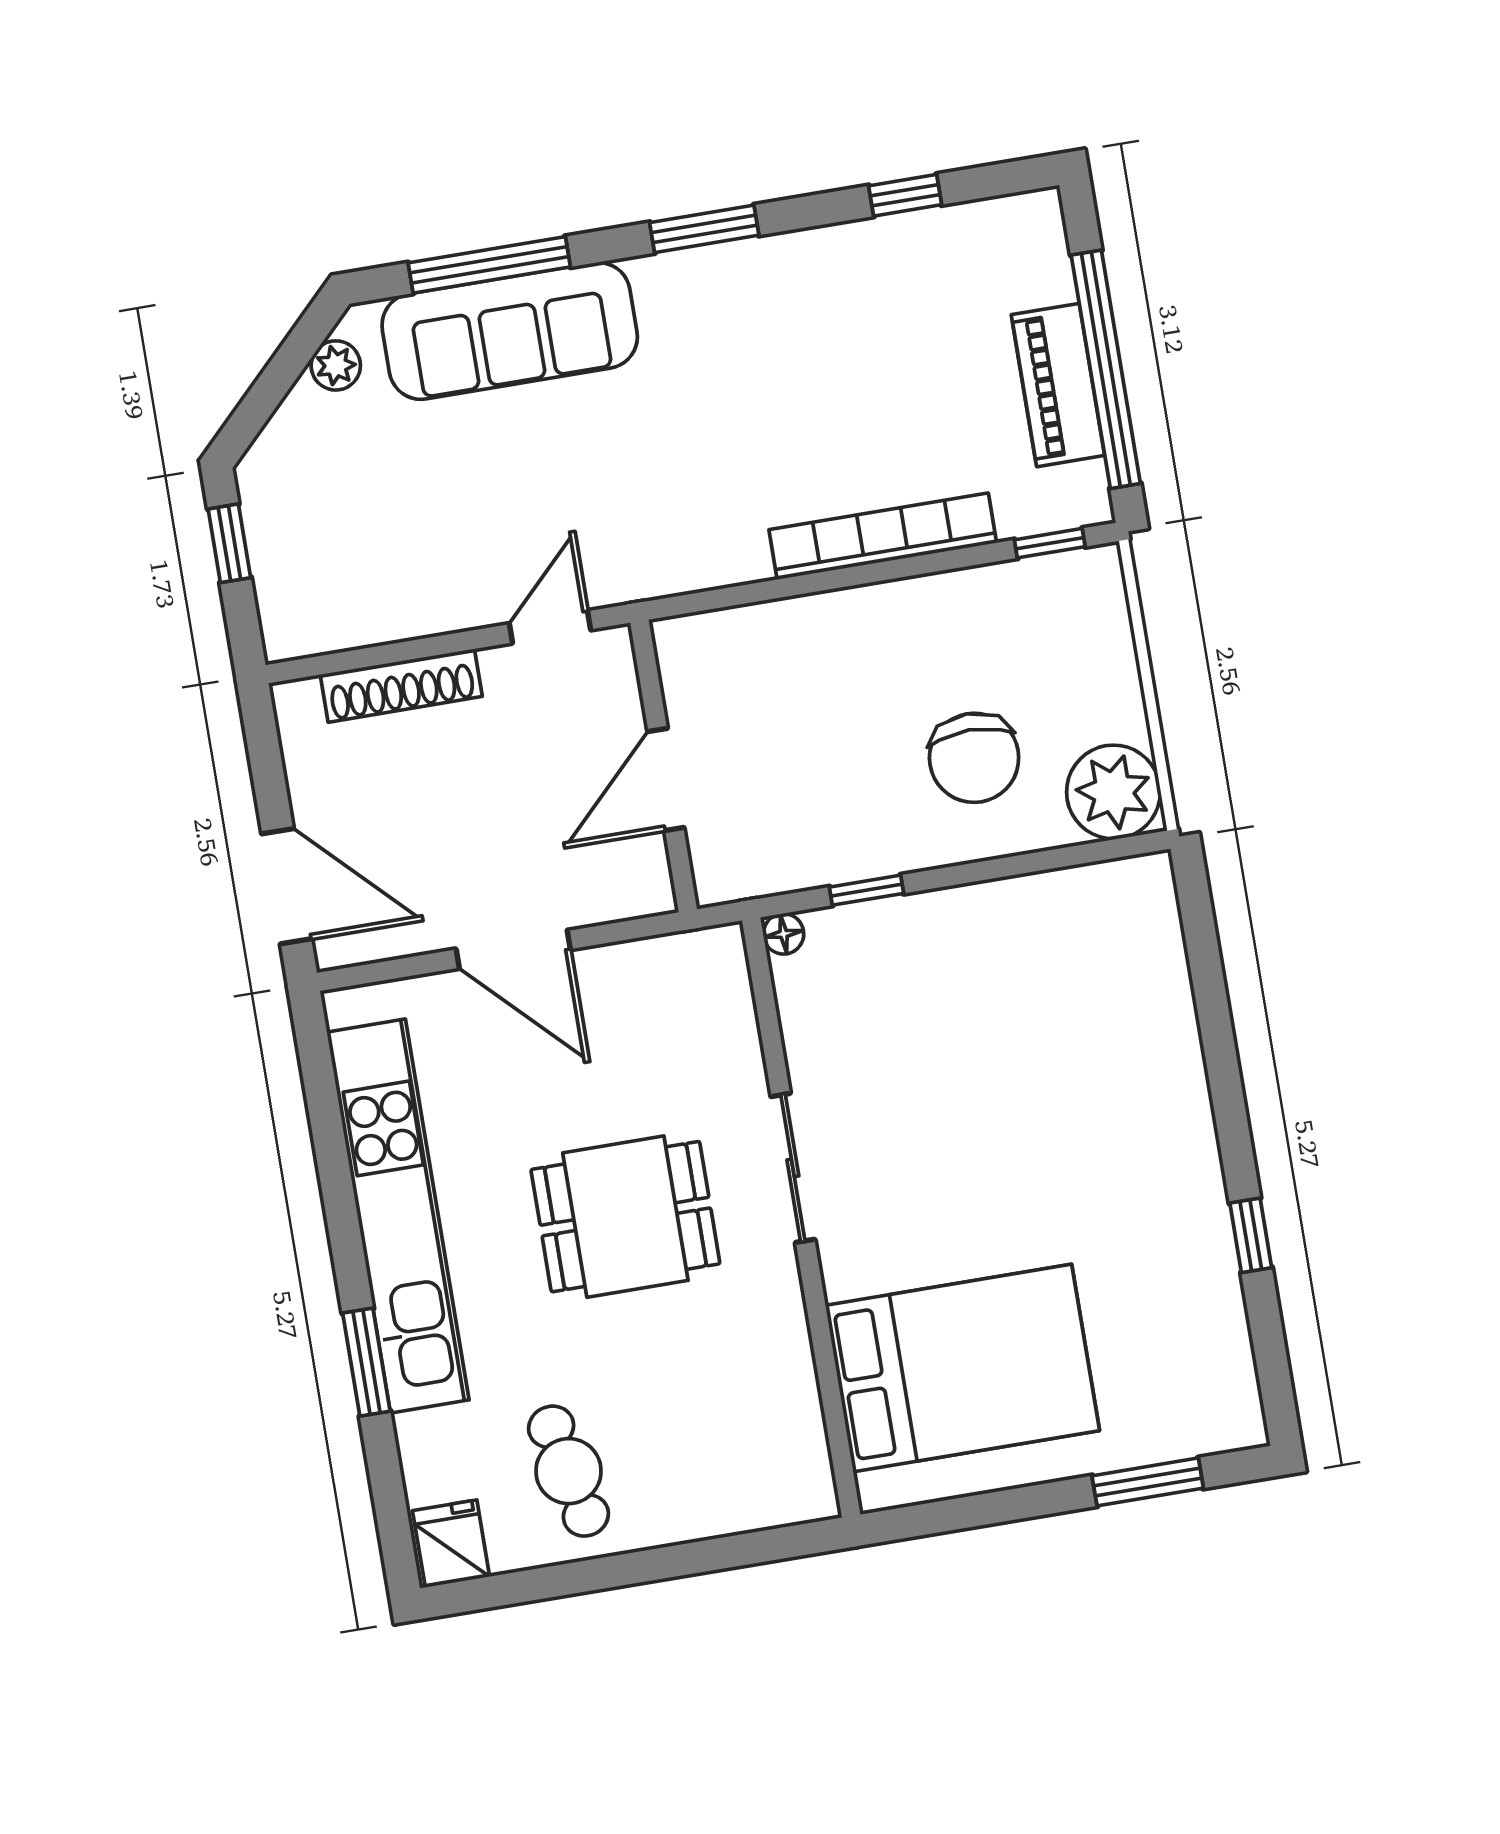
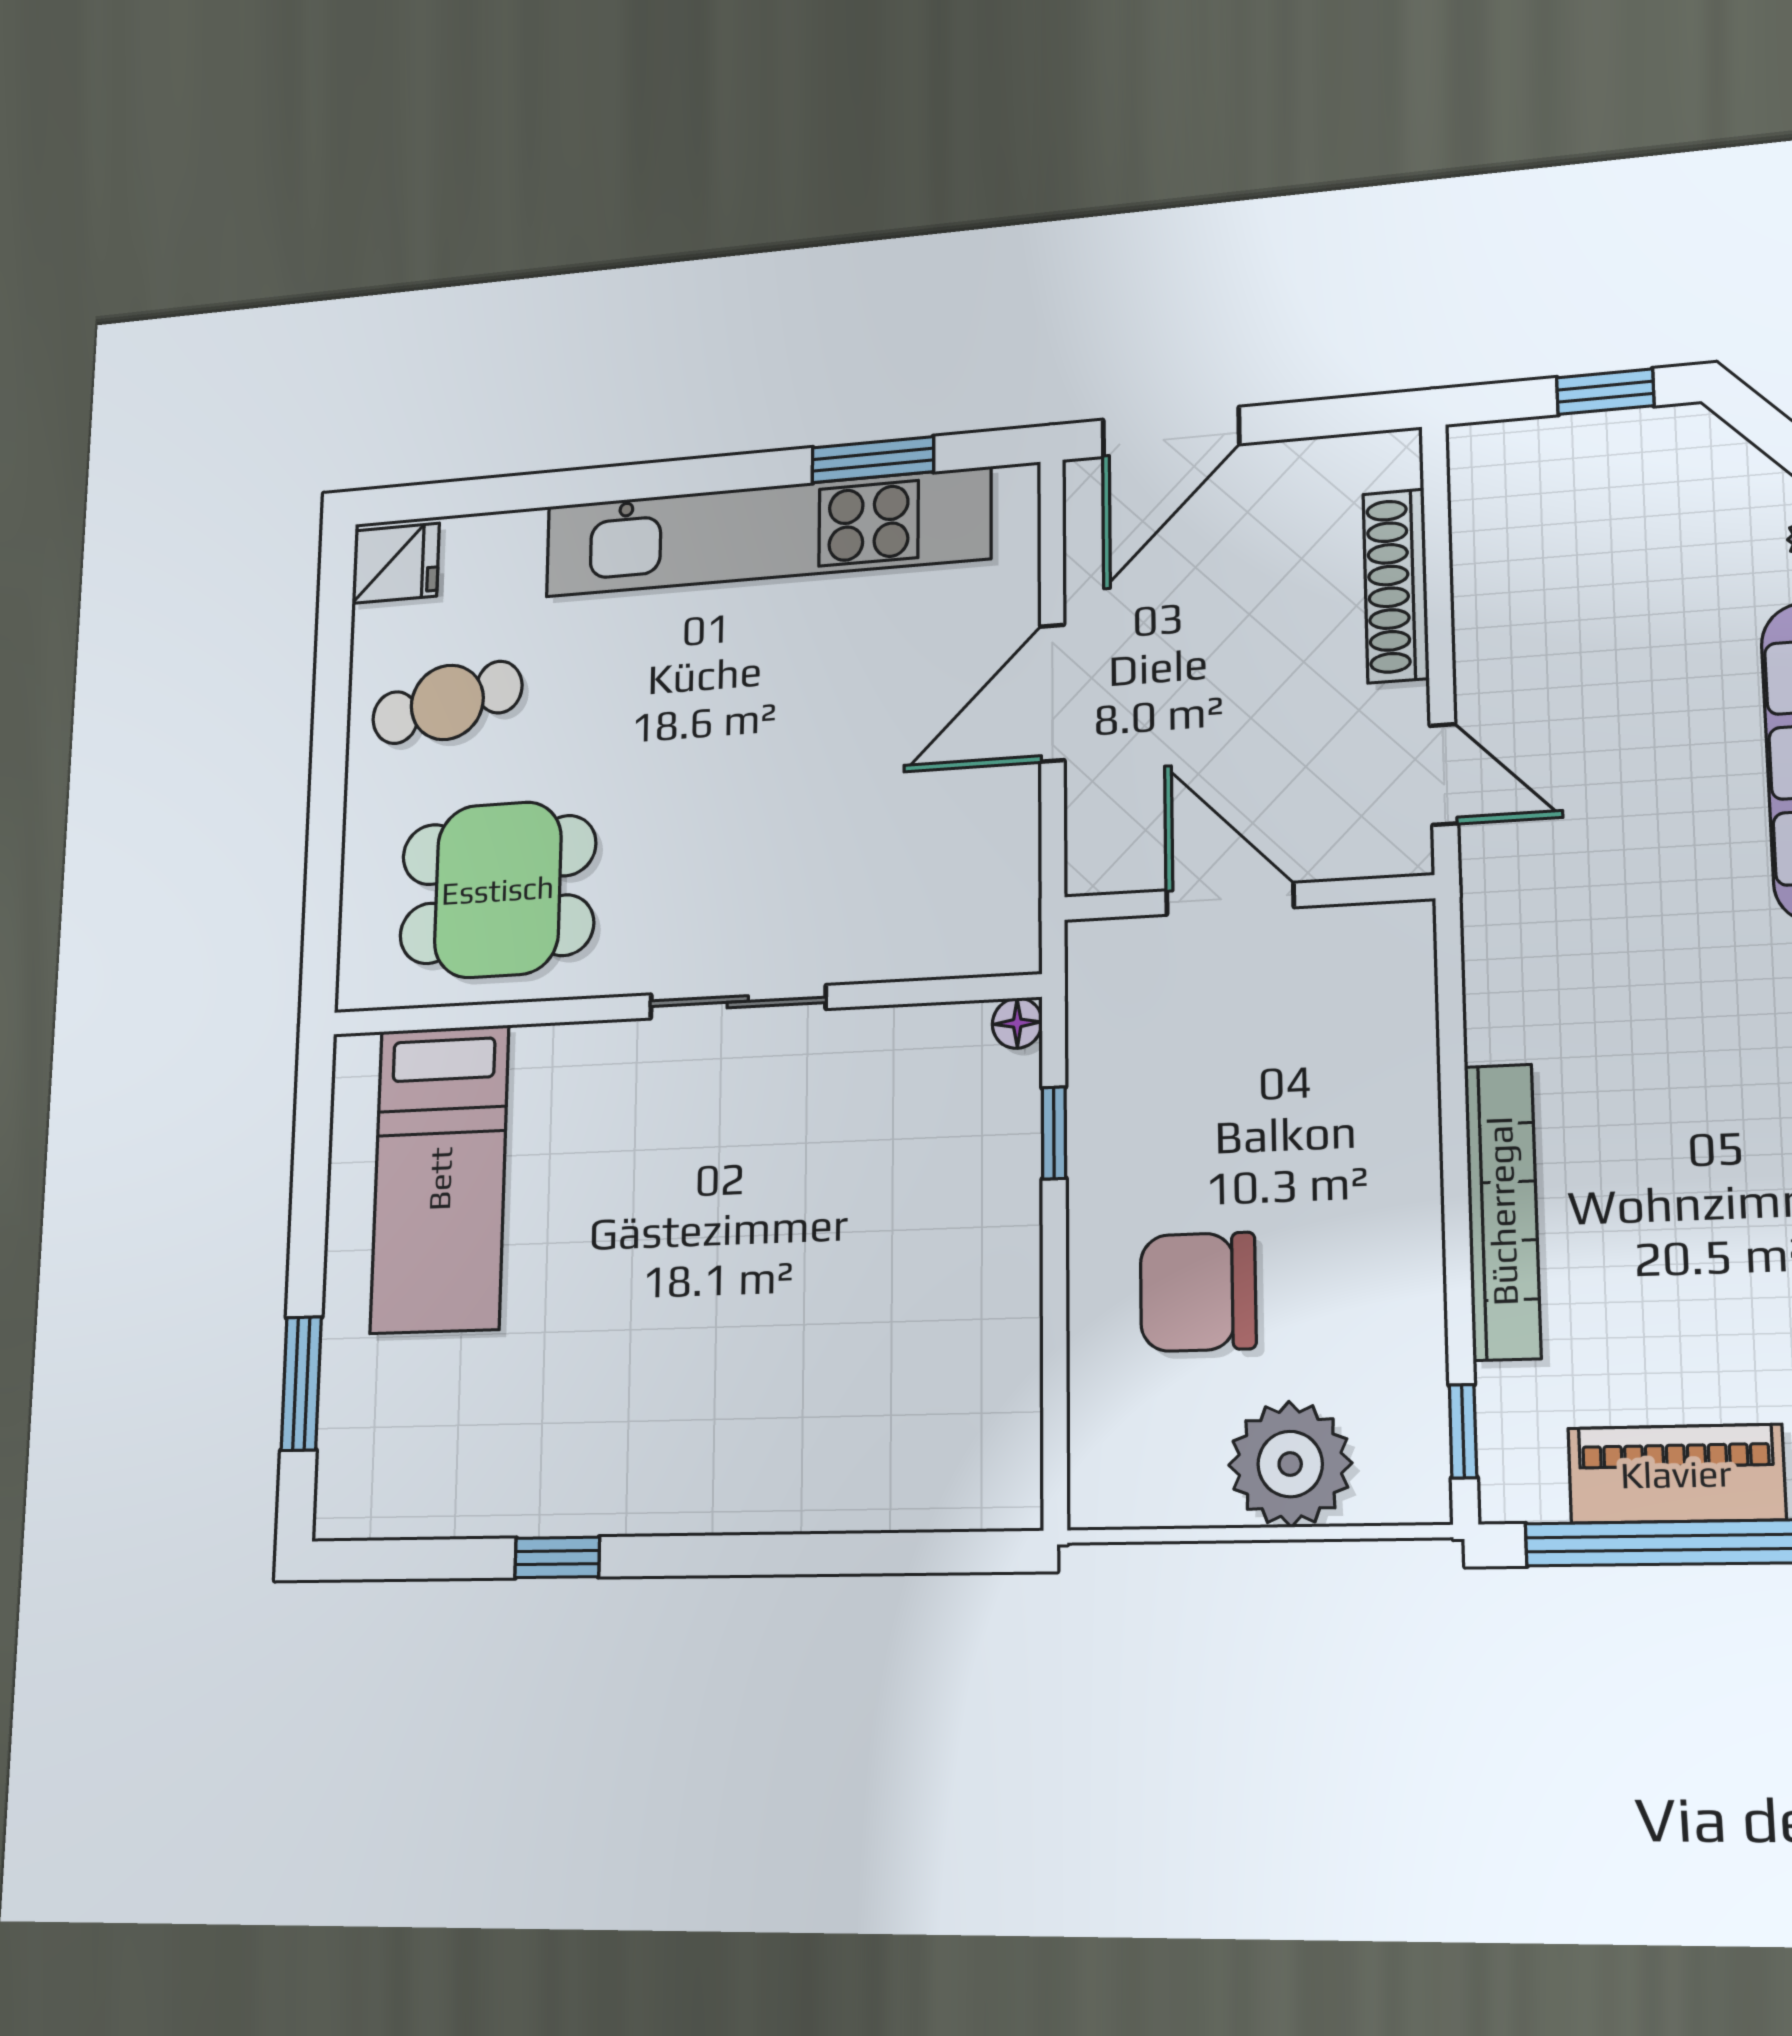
plant: (1113, 792) -> (1290, 1464), moved
dining table: (625, 1217) -> (498, 890), moved, turned 90
window: (366, 1362) -> (873, 460), moved
bed: (962, 1368) -> (440, 1179), width x0.67

